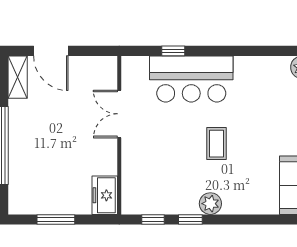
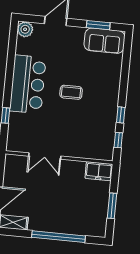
bar counter: (191, 79) -> (28, 84), moved
plant: (210, 204) -> (111, 100), removed

